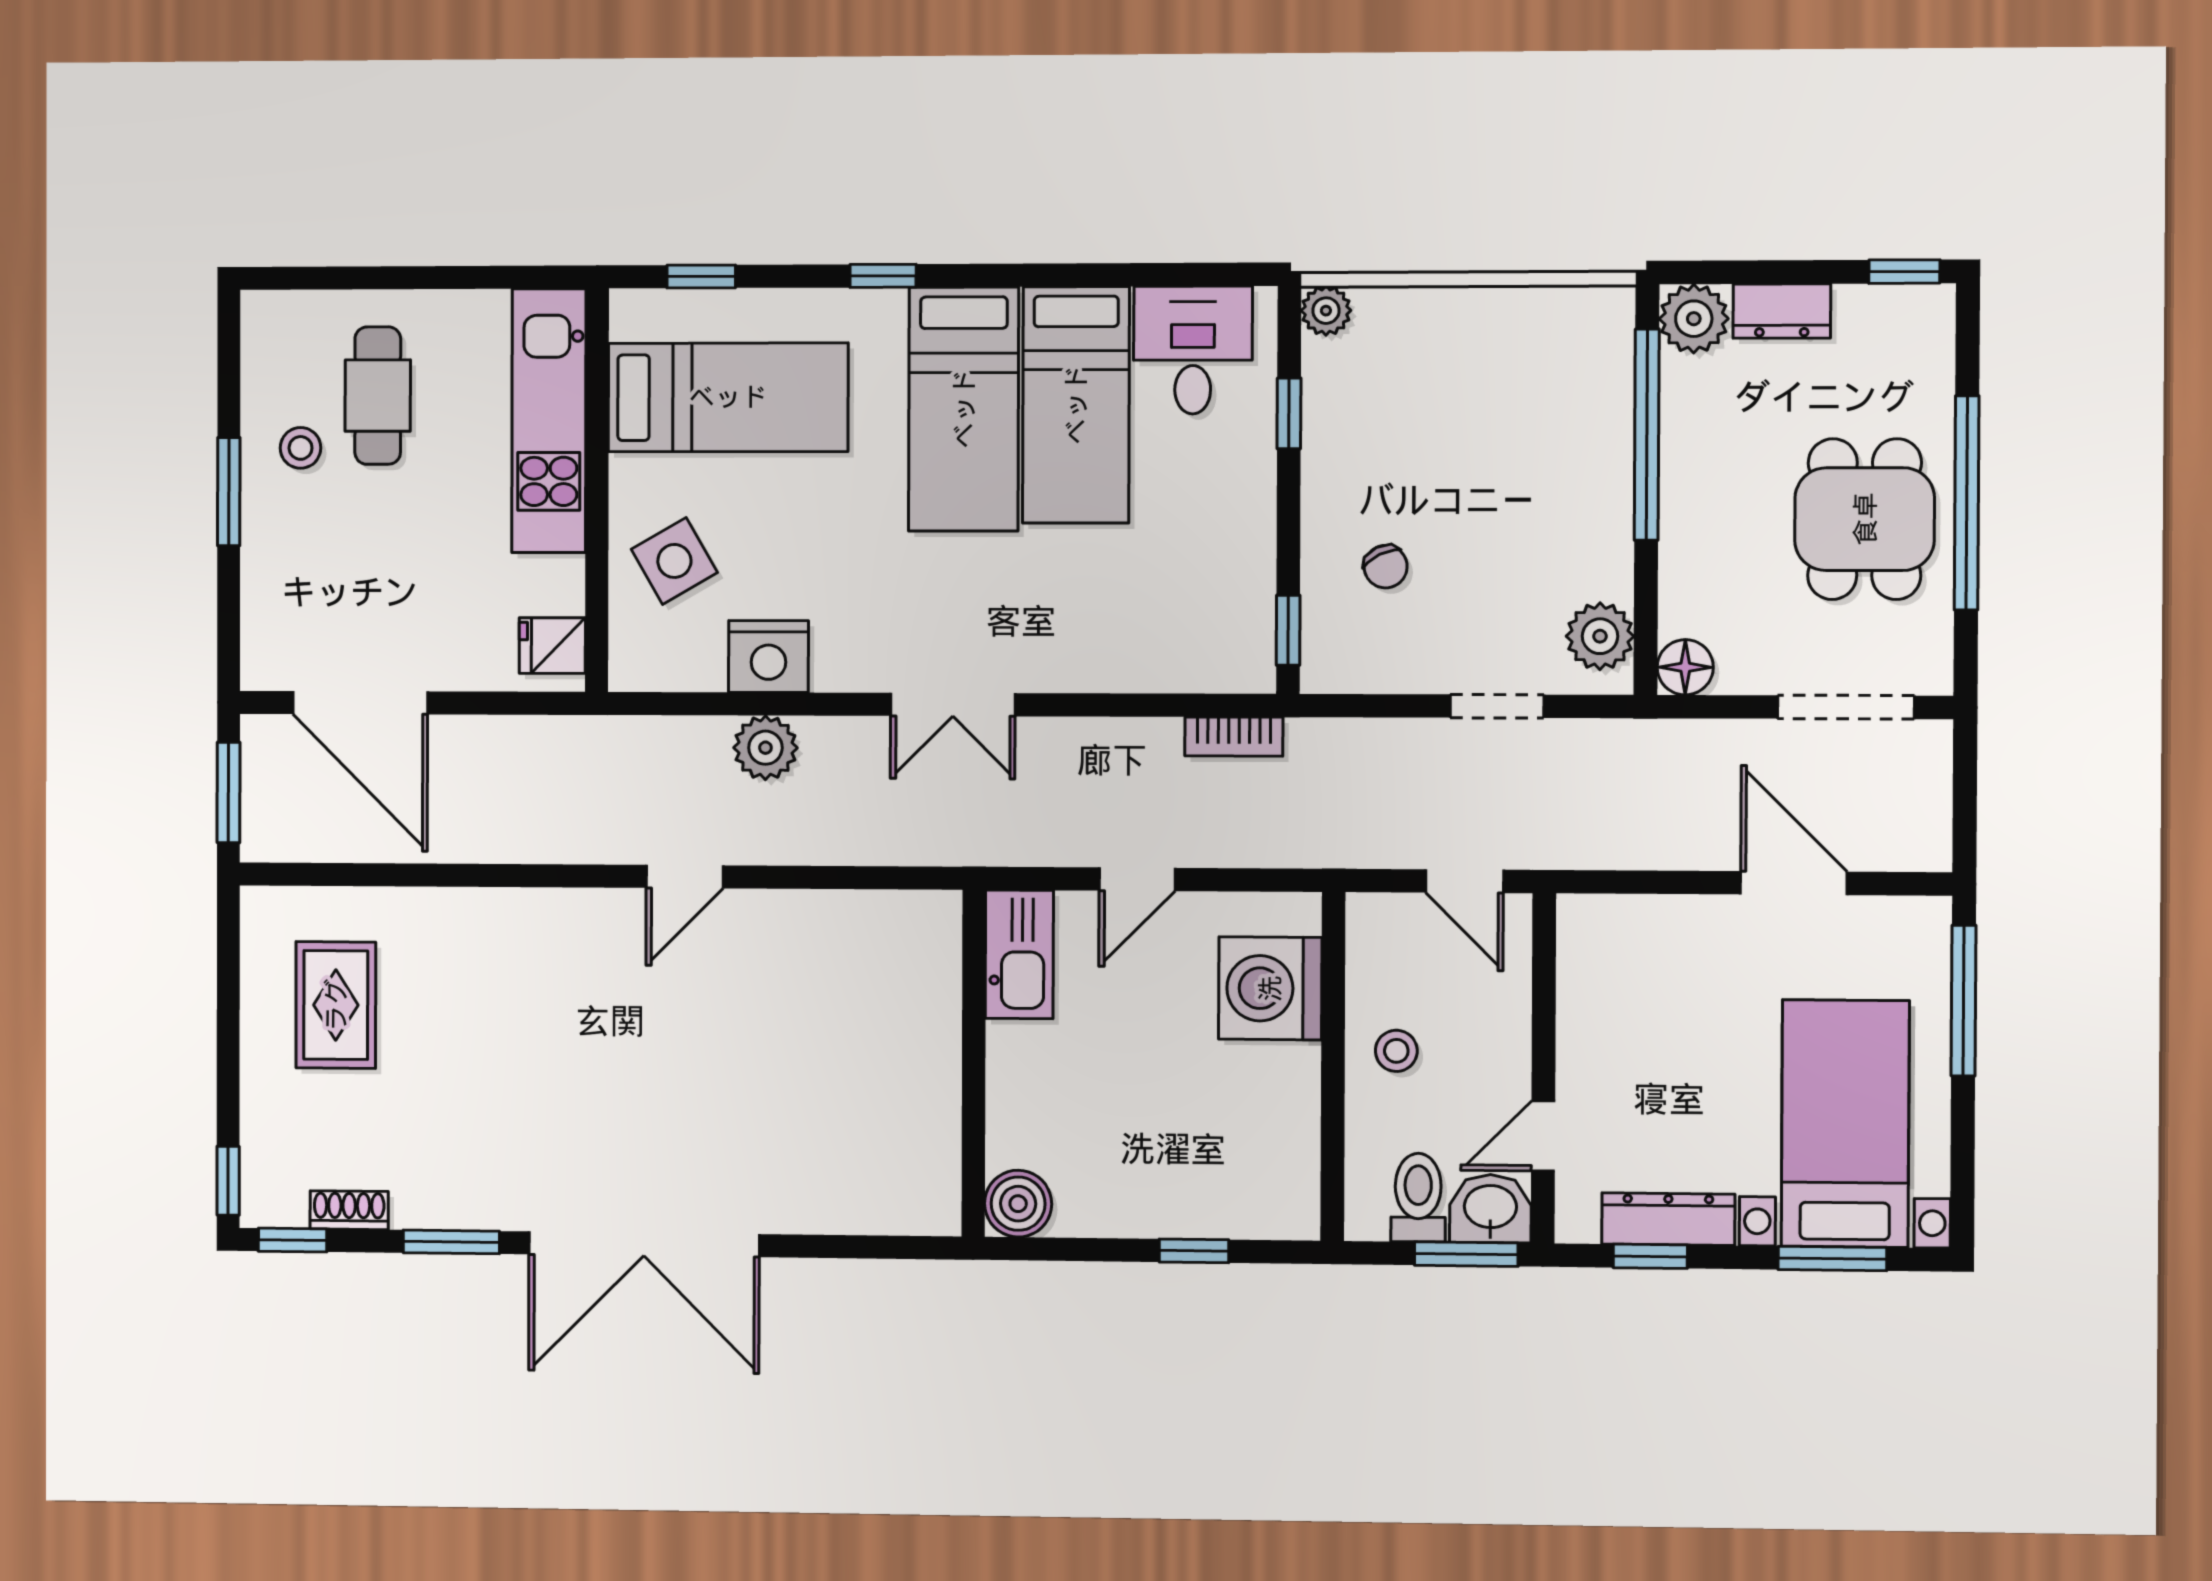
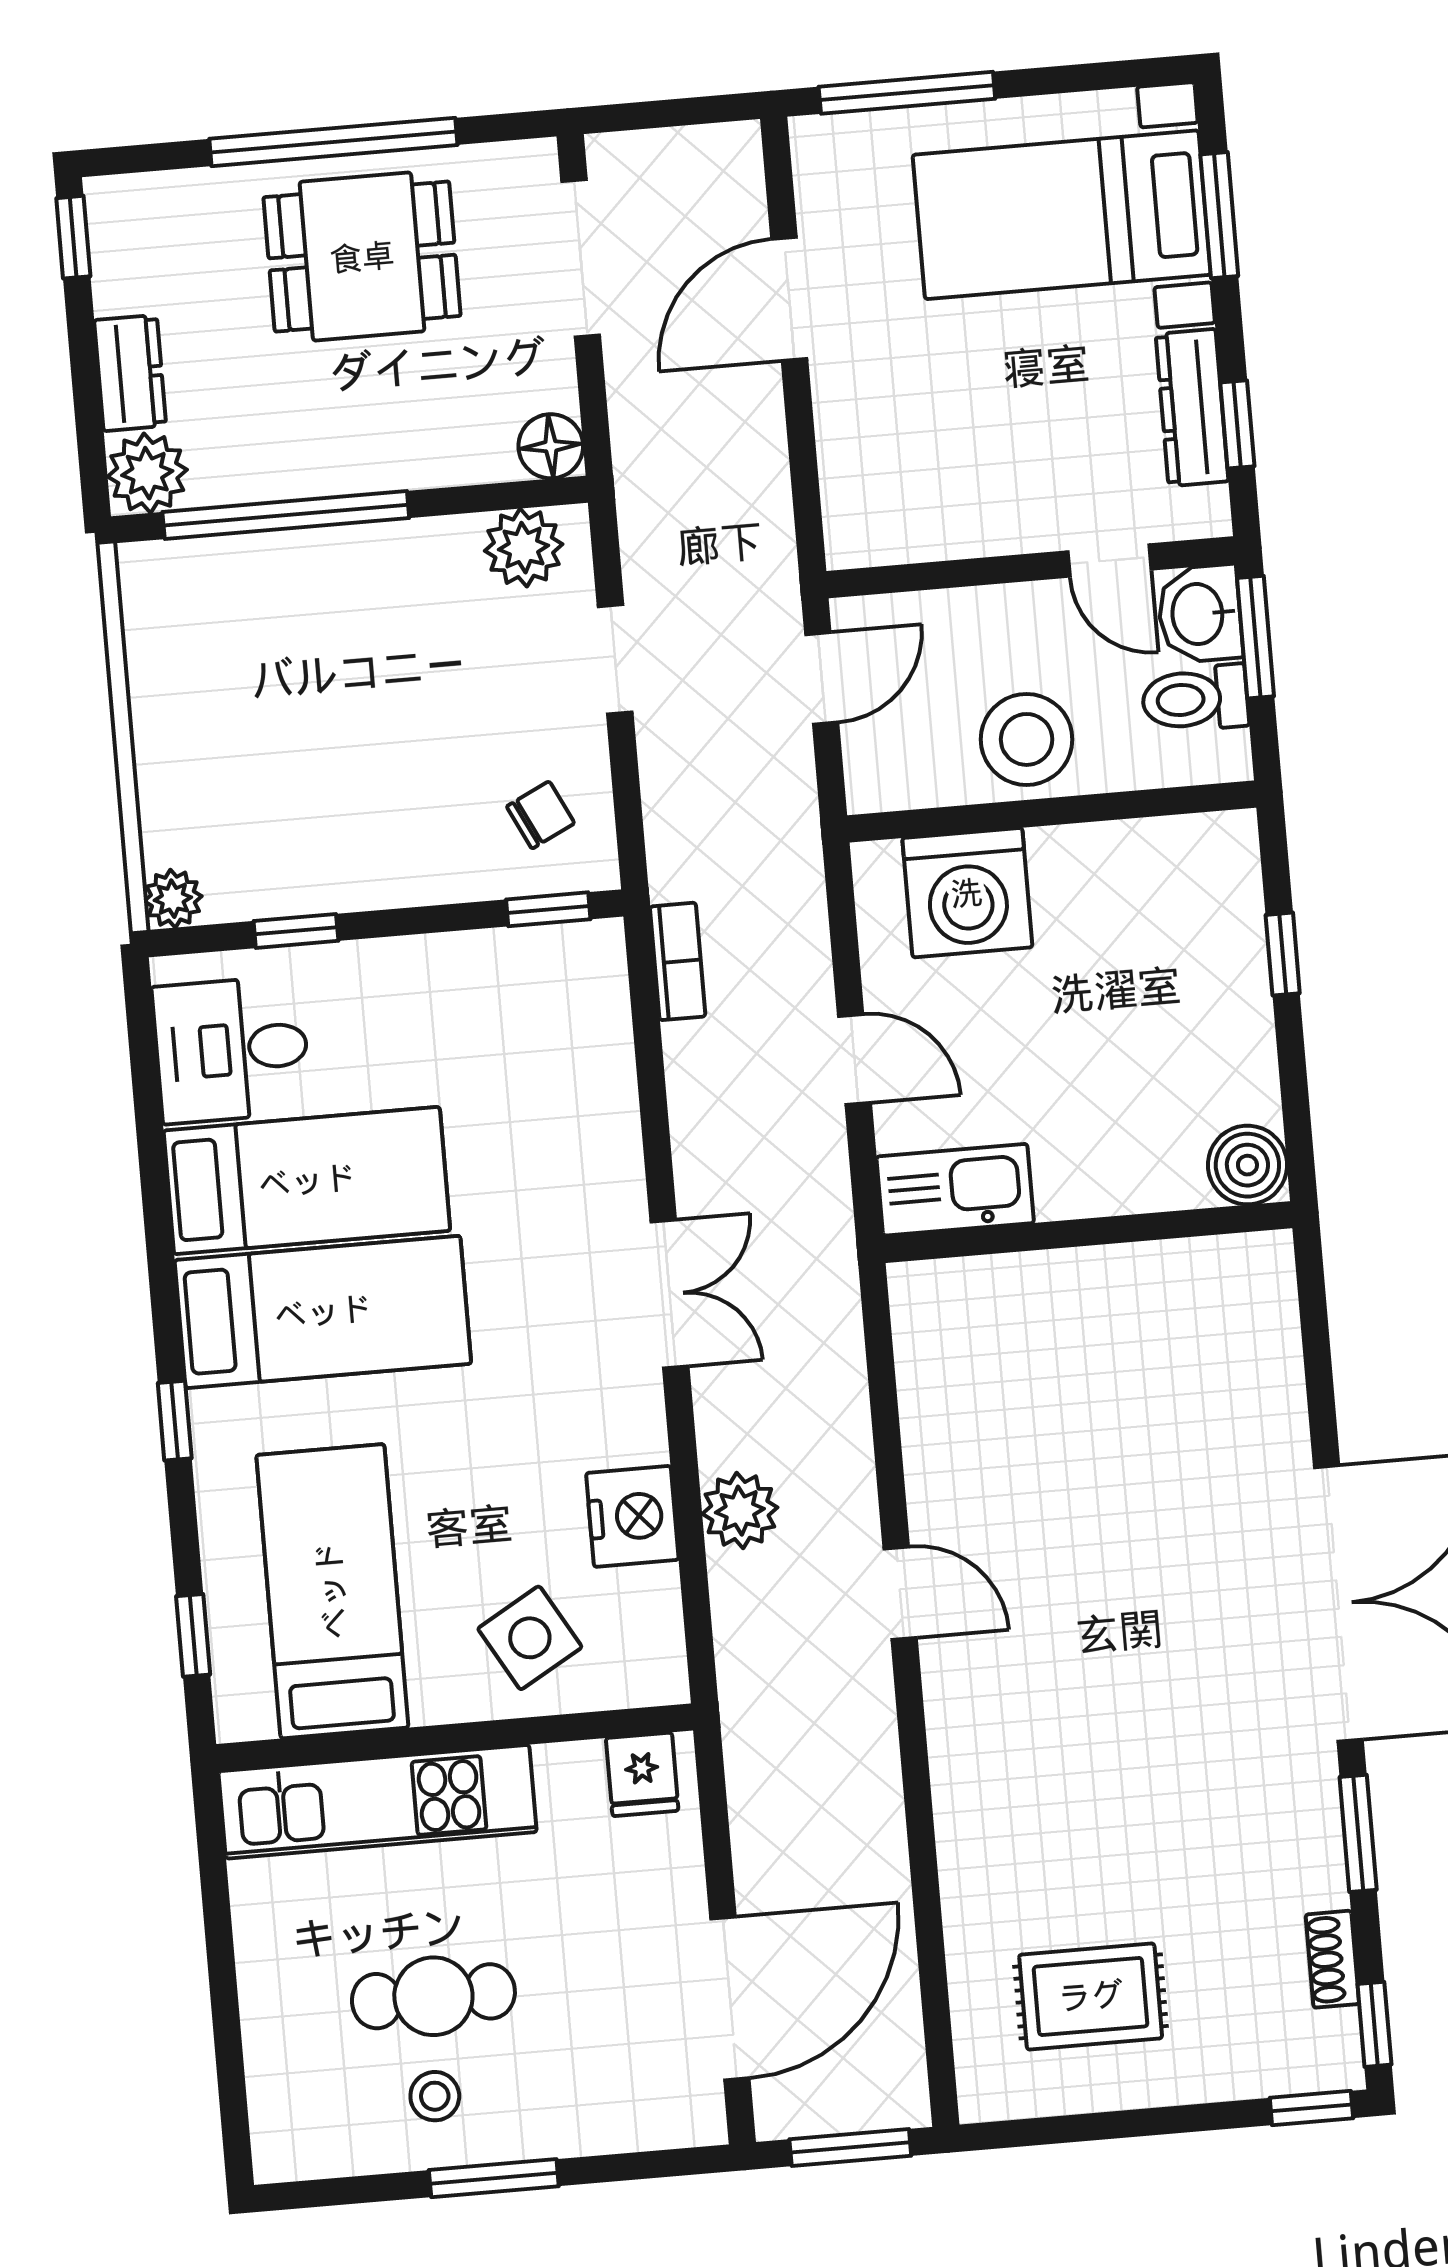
cafe table: (378, 396) -> (433, 1996), moved
chair: (1386, 567) -> (541, 815), moved
stool: (1396, 1051) -> (1027, 739), width x1.89, depth x1.89

